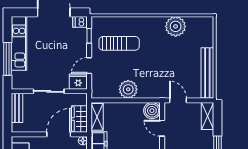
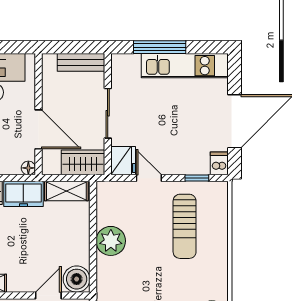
wardrobe: (79, 119) -> (83, 162), moved

